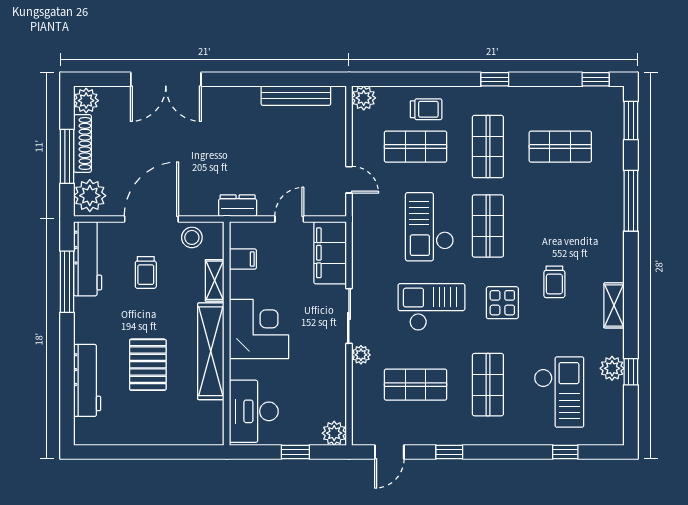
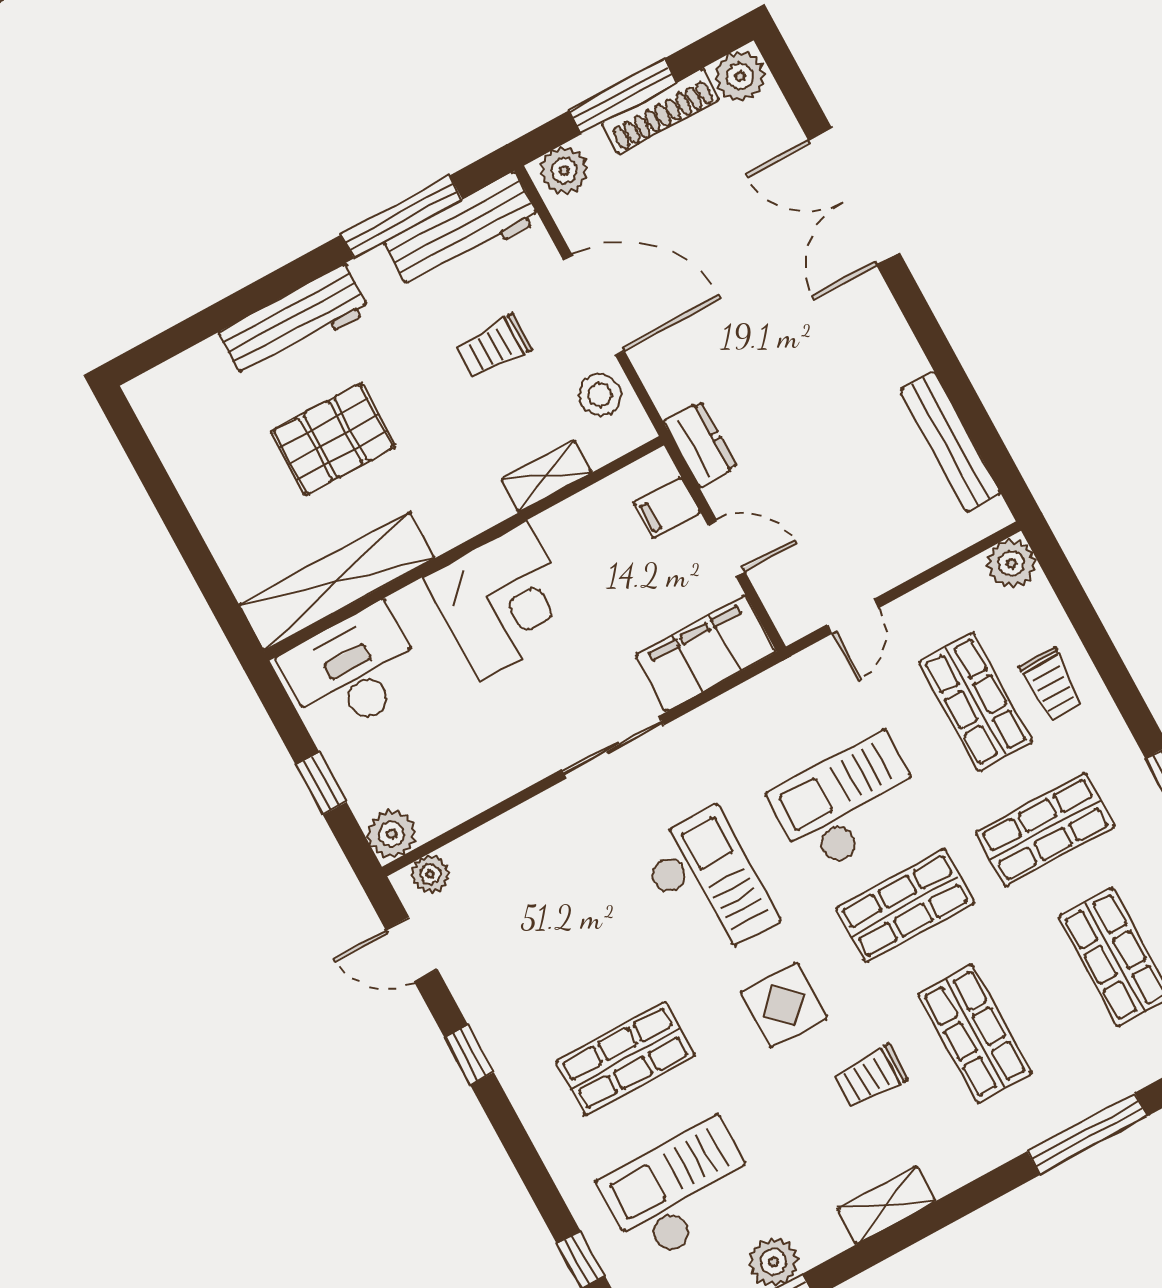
plant: (90, 196) -> (564, 171), width x0.73, depth x0.73
filing cabinet: (243, 259) -> (667, 508), moved, turned 90
shelving: (211, 351) -> (337, 581), moved
plant: (361, 355) -> (430, 874), moved
workbench: (87, 380) -> (294, 322), moved
shop shelf: (416, 385) -> (975, 1034), moved
checkout: (559, 392) -> (680, 1191), turned 180

